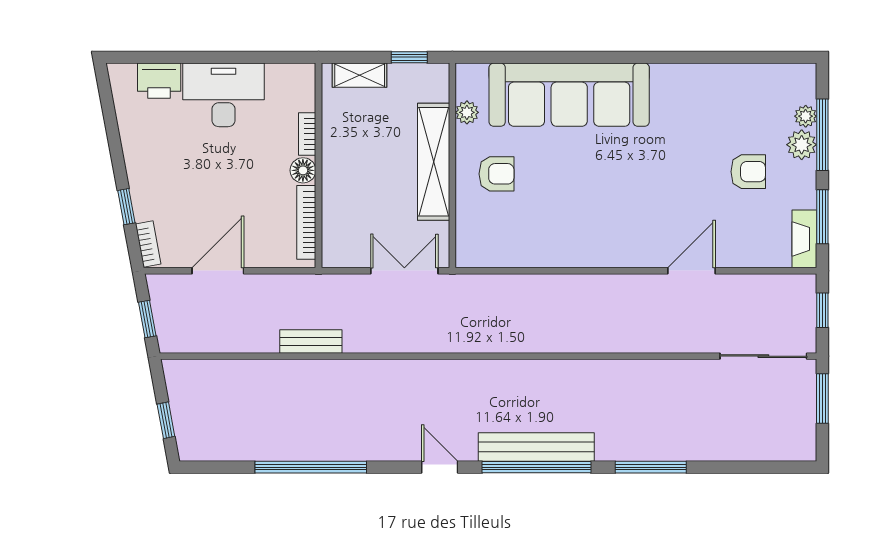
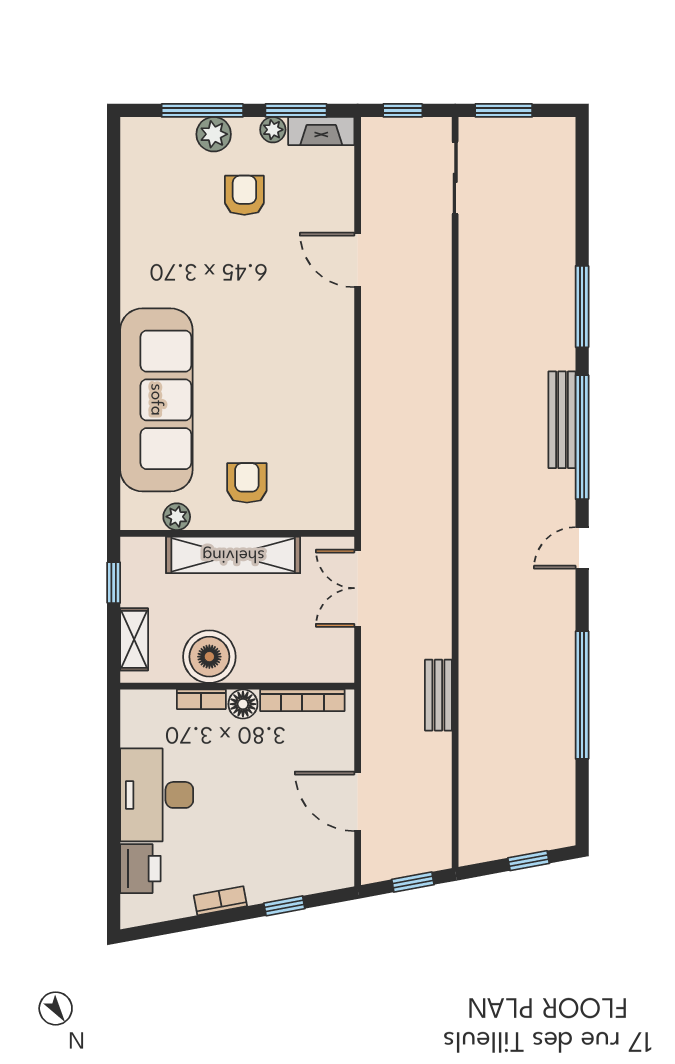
plant: (806, 116) -> (273, 130), moved
boiler: (344, 141) -> (209, 657), added
bookcase: (148, 244) -> (220, 901), moved
sliding door: (763, 356) -> (455, 178), width x0.73
bench: (536, 447) -> (562, 420), width x0.73, depth x0.82

